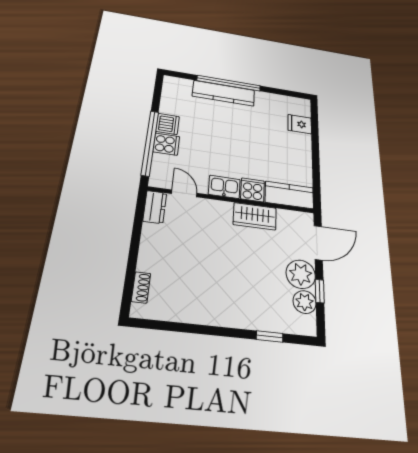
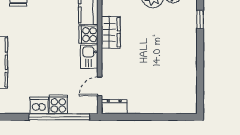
shoe rack: (141, 287) -> (176, 109), removed

